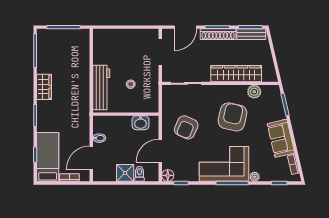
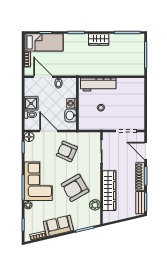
armchair: (232, 117) -> (75, 188), turned 138
washing machine: (125, 121) -> (72, 103), added

